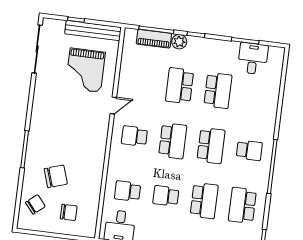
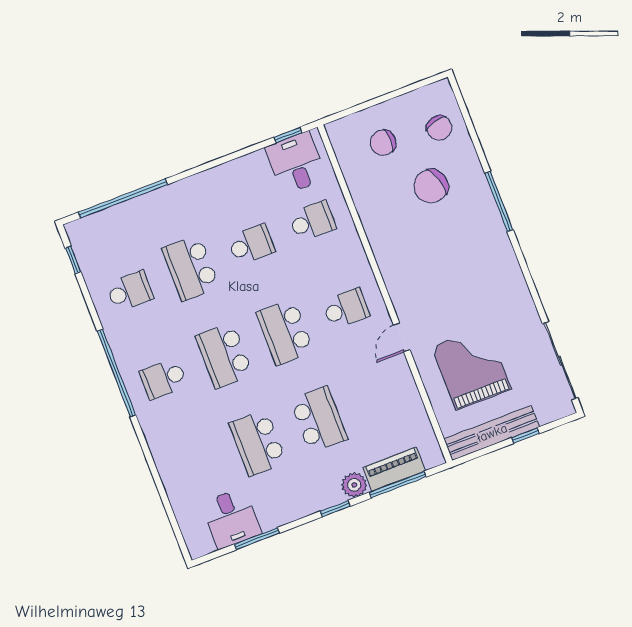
chair: (35, 204) -> (439, 128), turned -65
school desk: (242, 205) -> (130, 291), width x0.54

